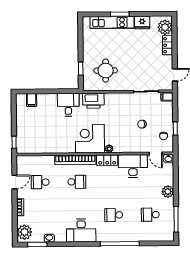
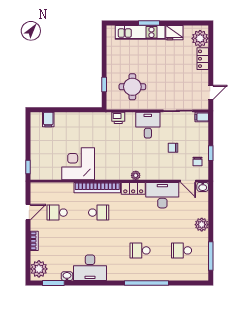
printer: (93, 101) -> (118, 118), width x0.53, depth x0.68
desk: (68, 105) -> (148, 125), moved
corner desk: (90, 139) -> (78, 164), moved
desk: (81, 231) -> (90, 268), moved

